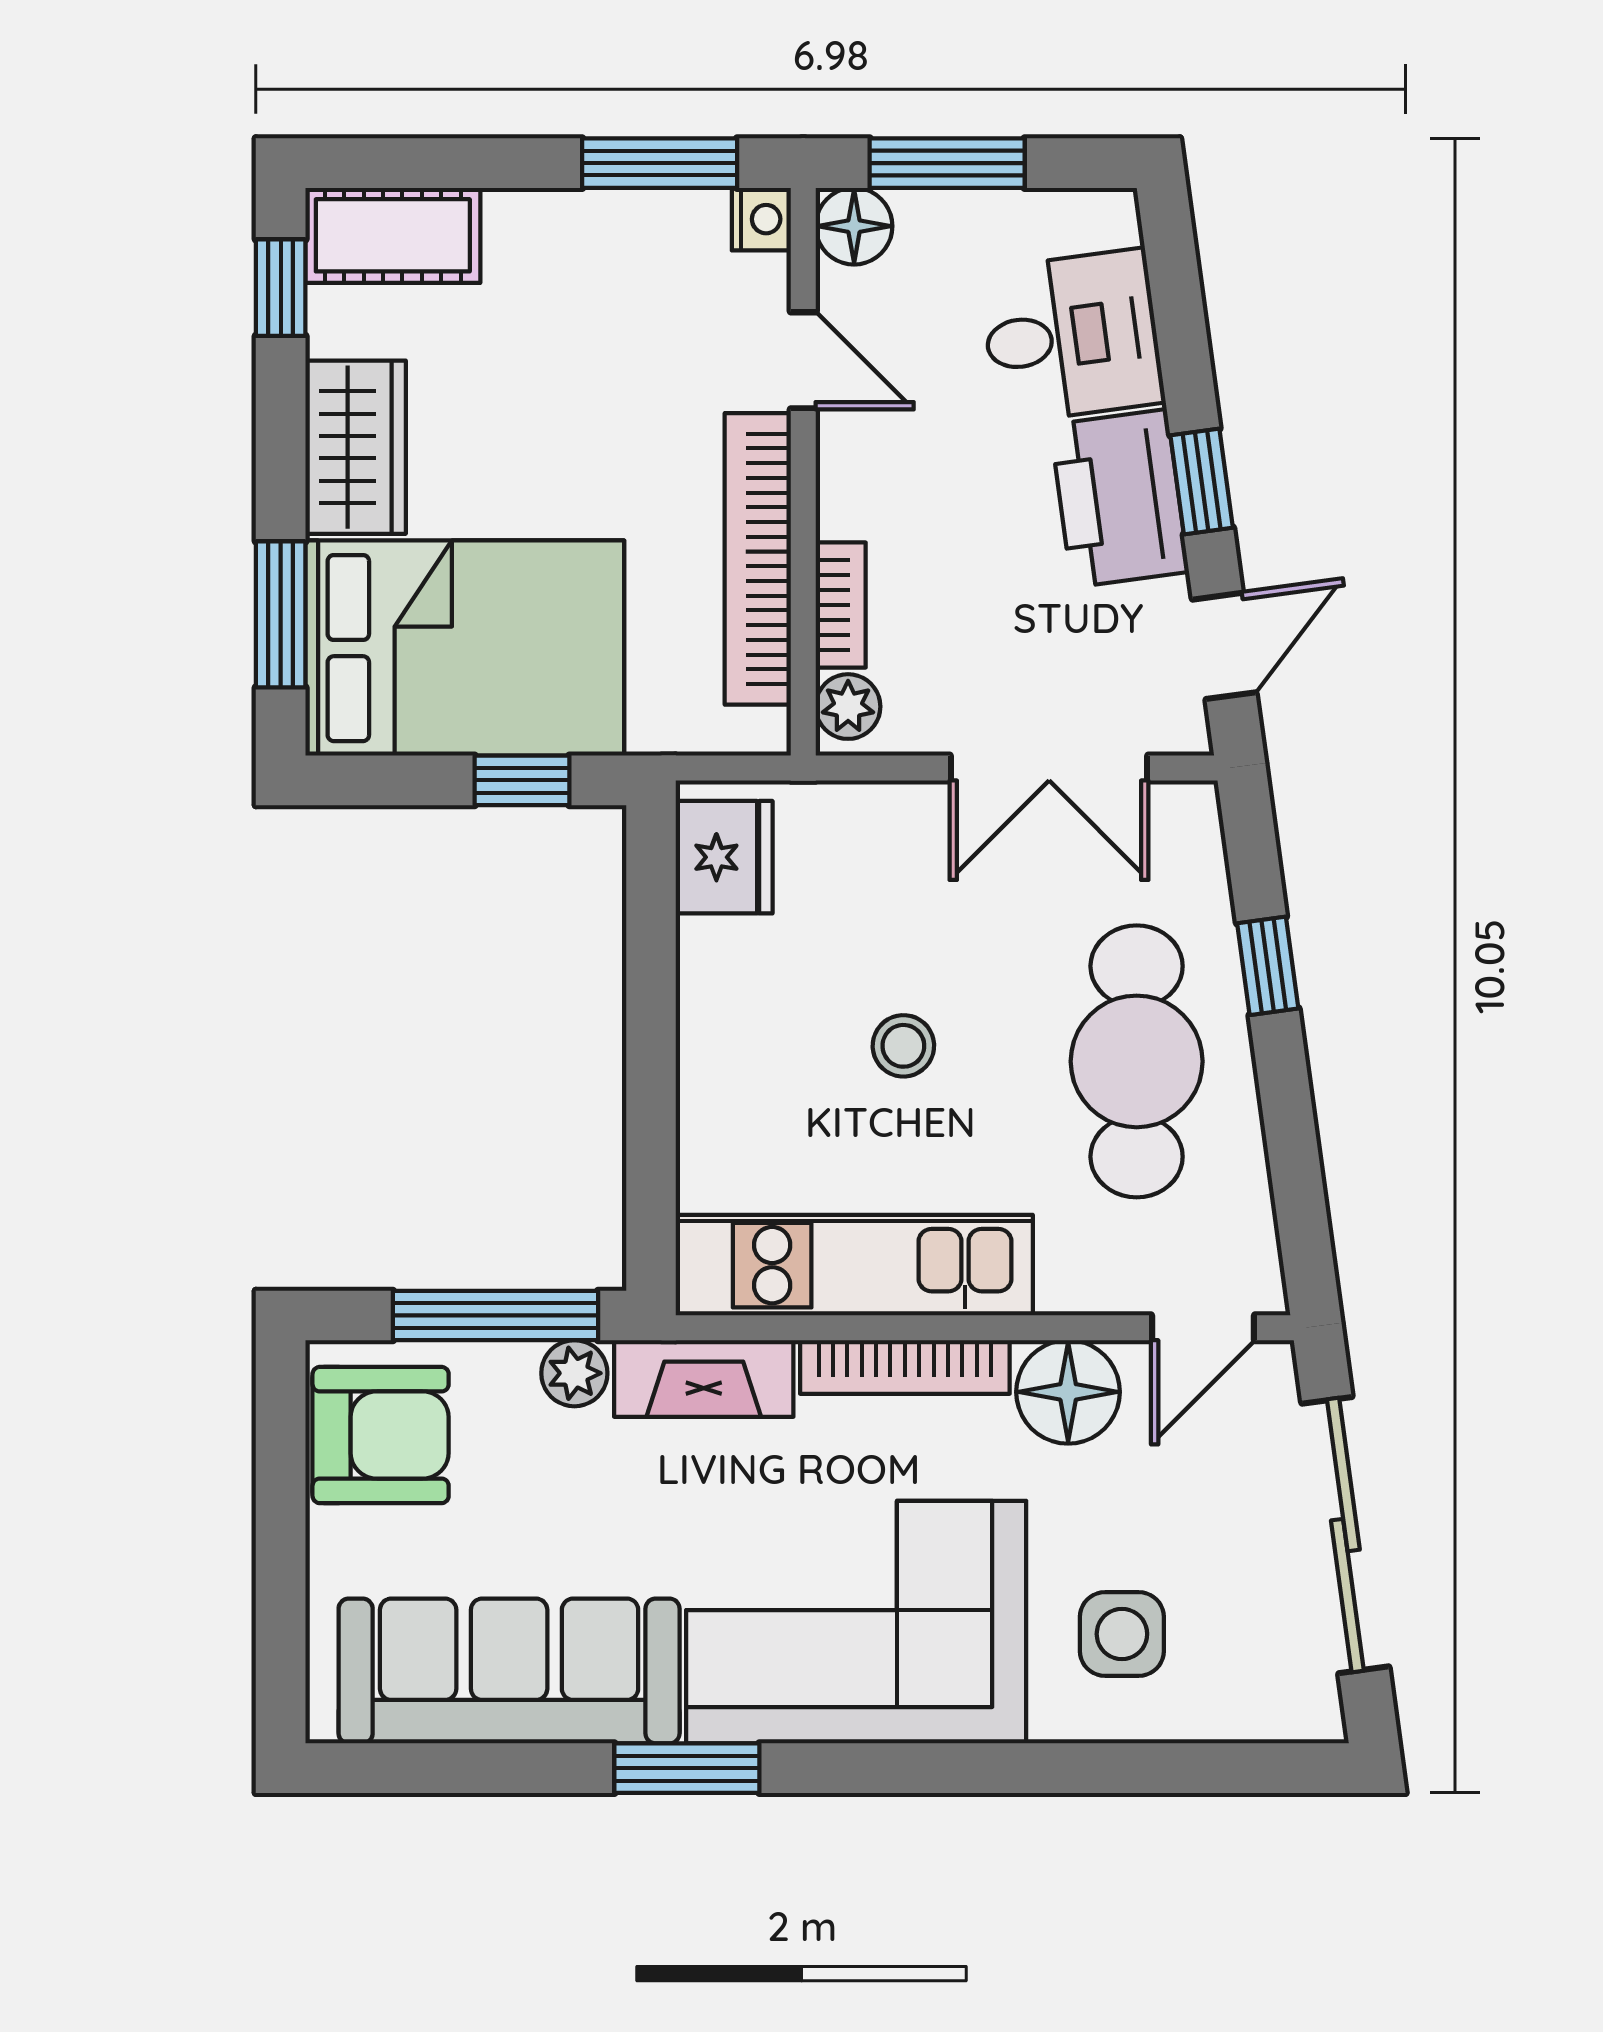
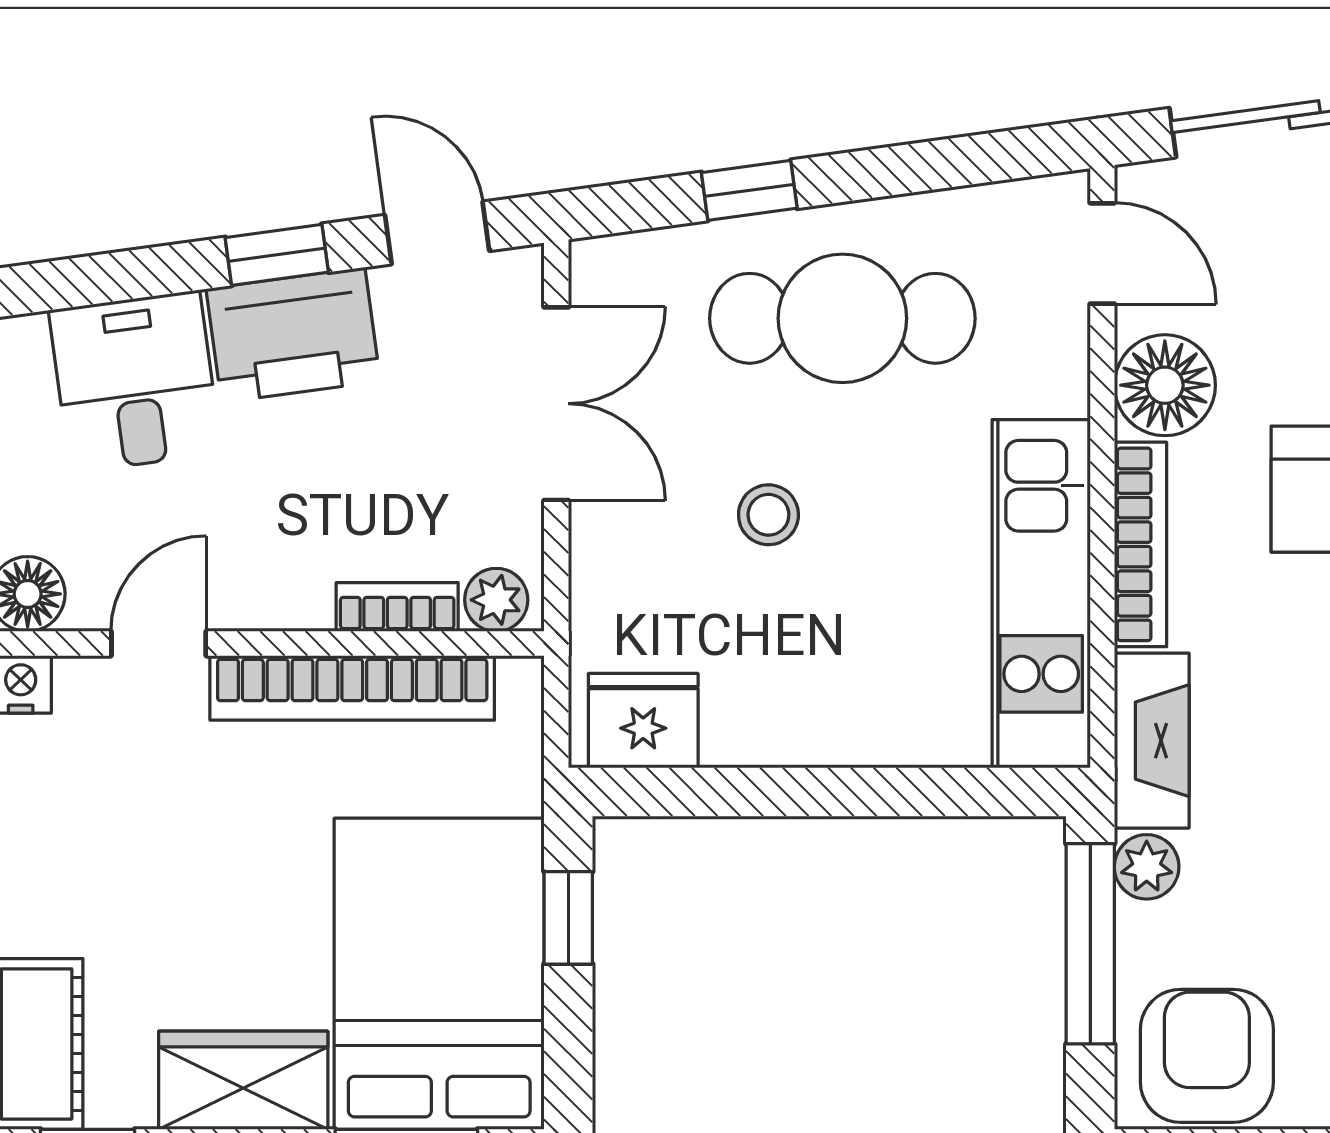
stool: (903, 1046) -> (768, 515), moved

